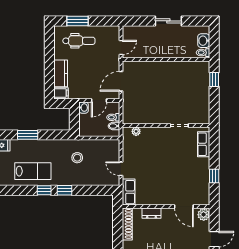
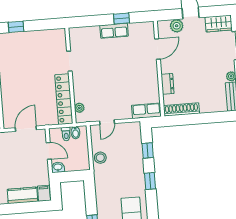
door: (121, 81) -> (26, 129), swing flipped
locker: (145, 118) -> (64, 99), added
row of seats: (204, 144) -> (114, 31), moved
stool: (77, 158) -> (100, 158), moved
door: (121, 169) -> (107, 122), moved
window: (44, 190) -> (148, 150), moved
plant: (204, 215) -> (177, 26), moved

